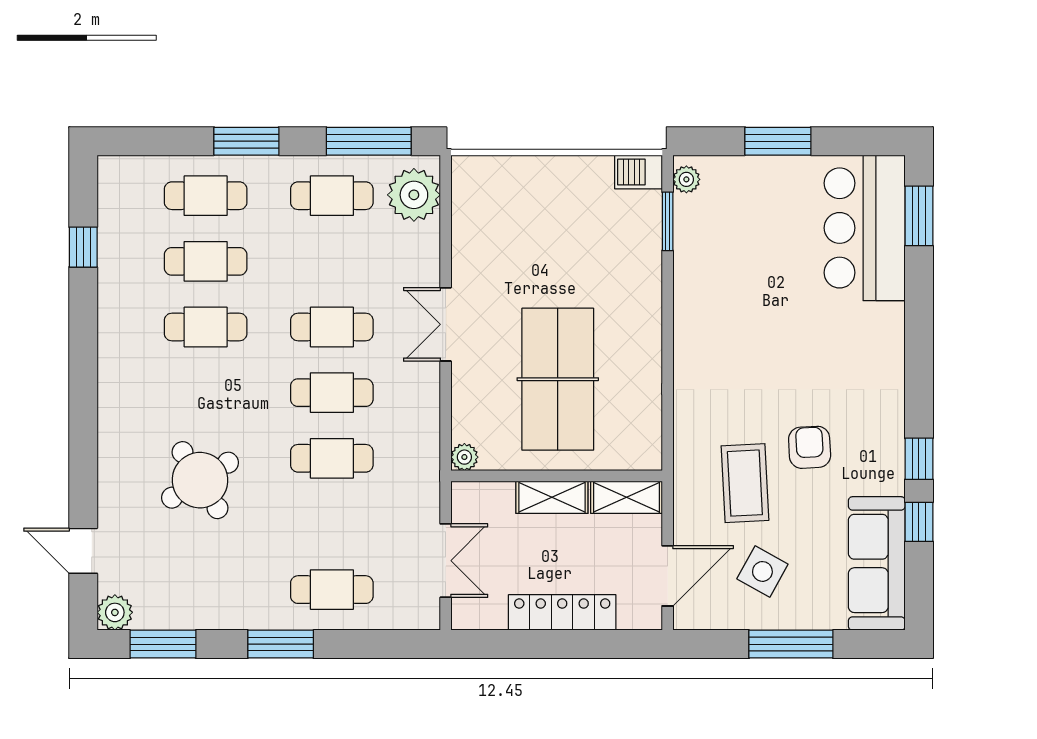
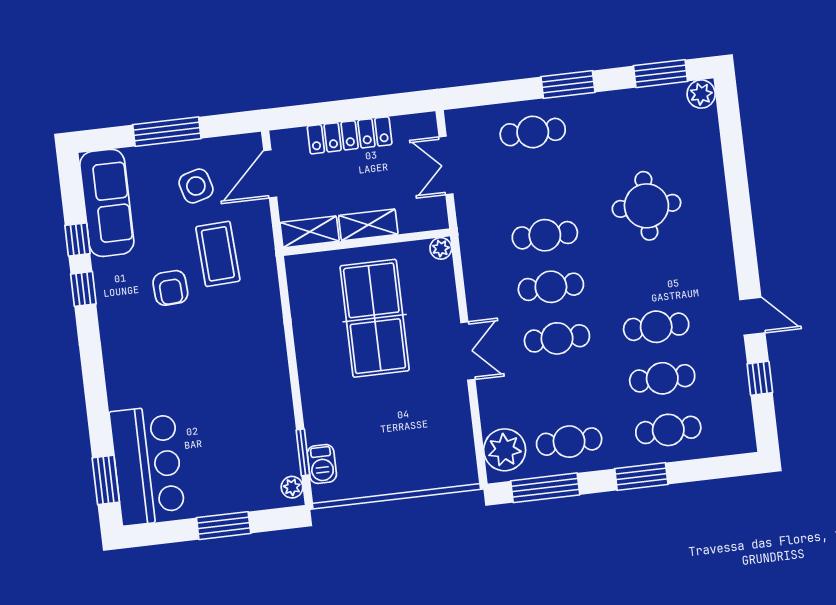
barbecue: (639, 172) -> (322, 464), moved, turned 90
round table: (200, 480) -> (646, 206), turned 32
door: (83, 551) -> (752, 316), moved
side table: (762, 571) -> (196, 186), turned 45

